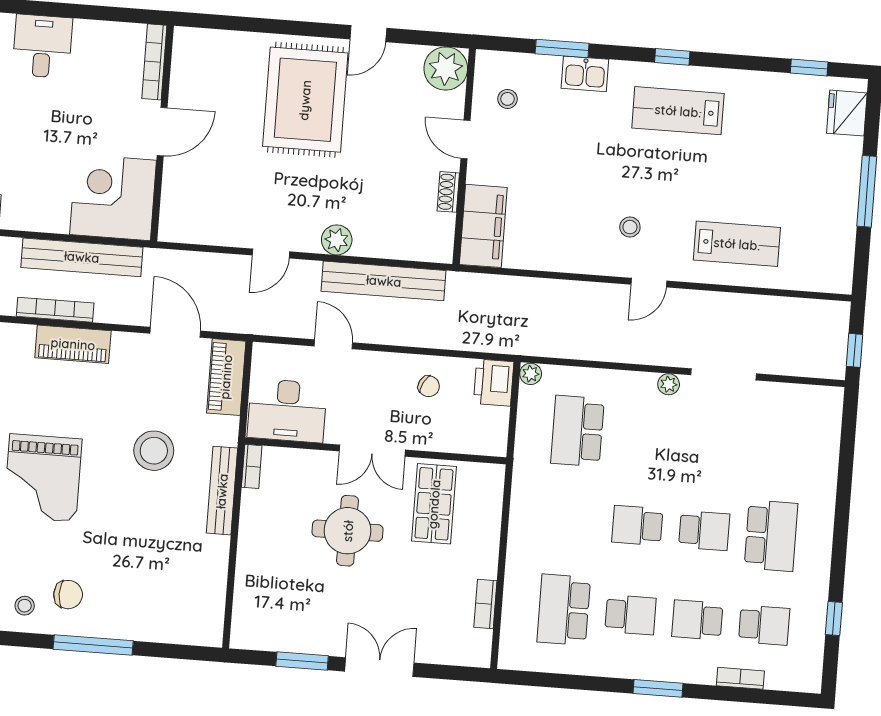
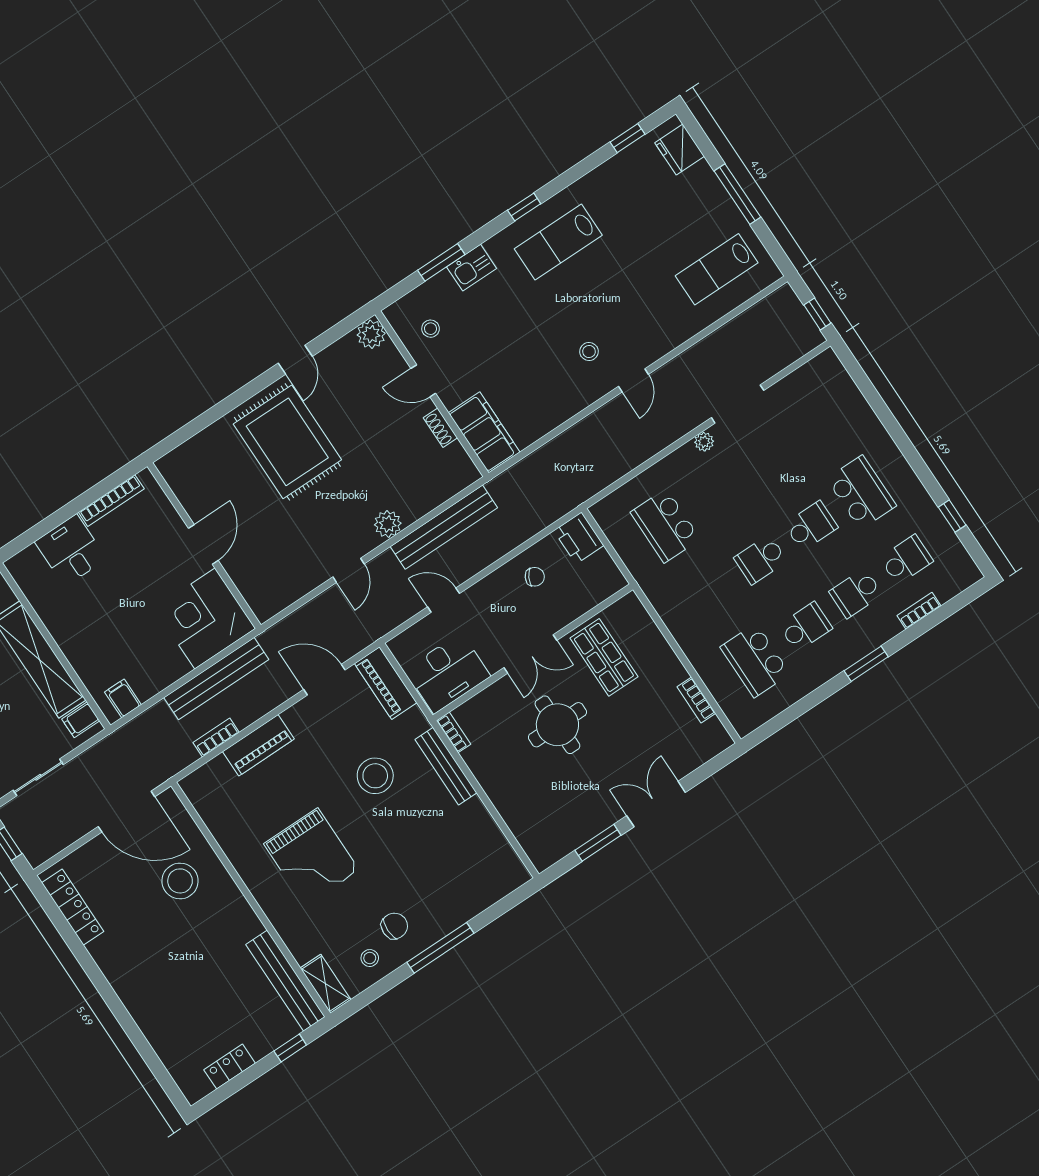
bookcase: (154, 62) -> (111, 501), moved, turned -90
plant: (446, 68) -> (371, 334), width x0.73, depth x0.73
lab bench: (737, 244) -> (717, 269), moved, turned 180
bookcase: (55, 310) -> (216, 737), width x0.64
plant: (531, 374) -> (600, 511), removed

